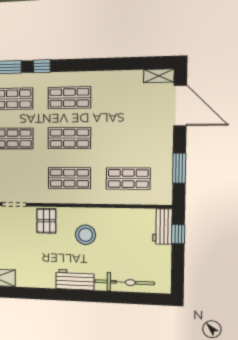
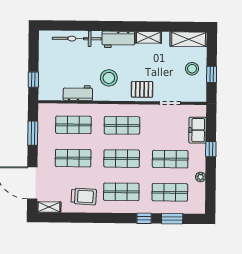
trolley: (115, 91) -> (84, 196), added
shop shelf: (128, 138) -> (73, 158), added
pallet: (46, 221) -> (142, 89), turned 90
workbench: (162, 226) -> (78, 93), moved, turned -90
shelving: (40, 281) -> (148, 37), added

